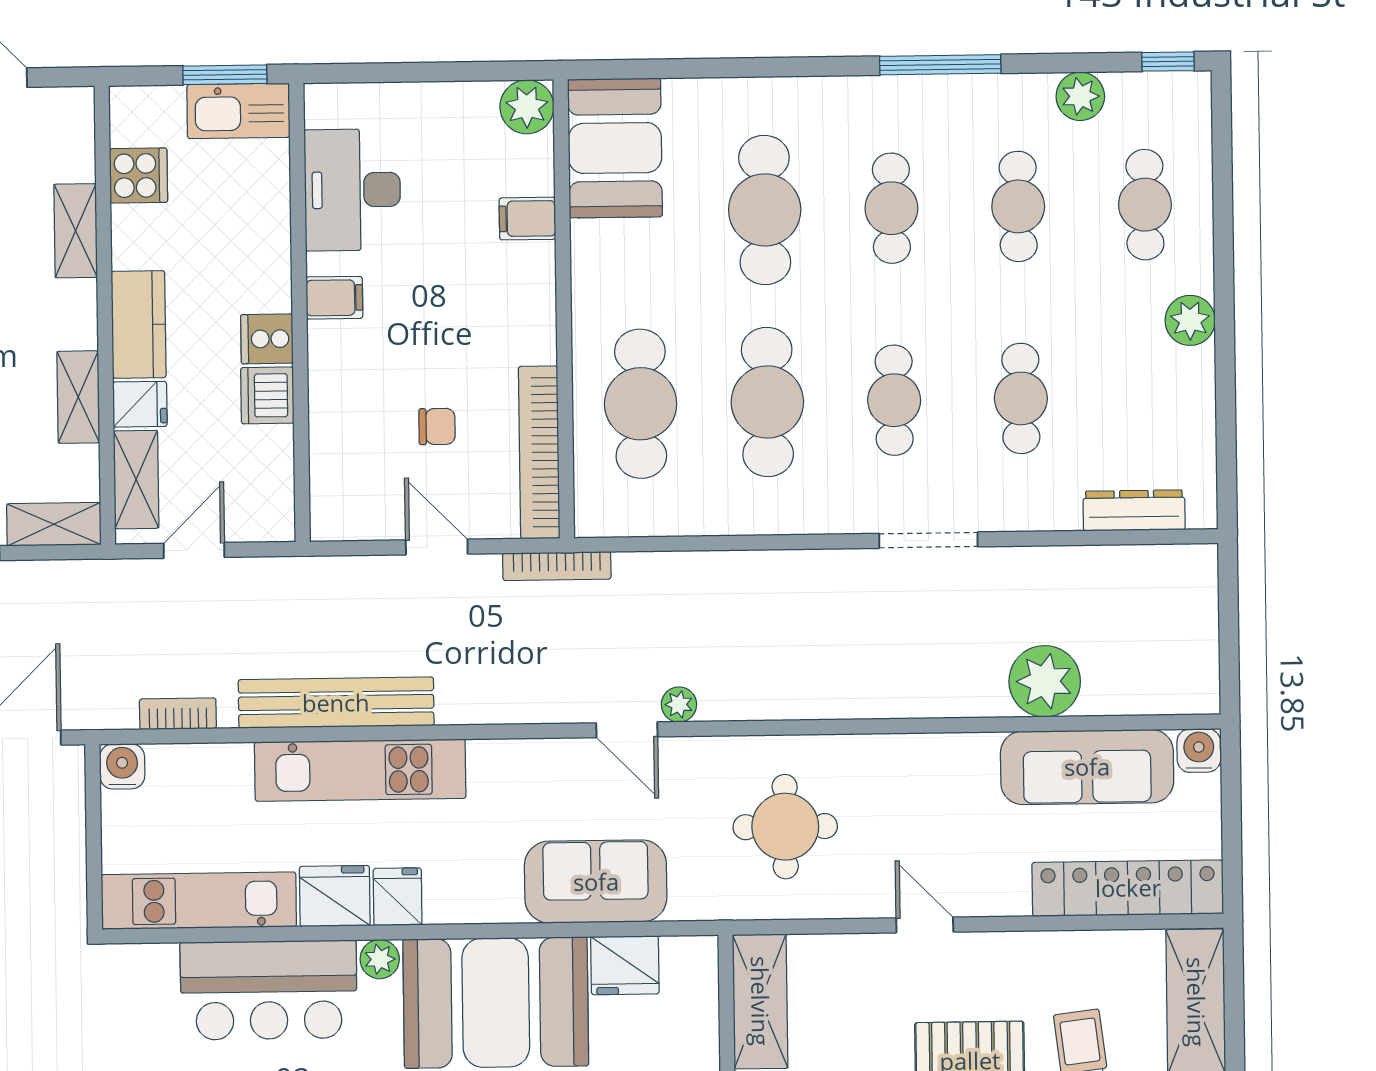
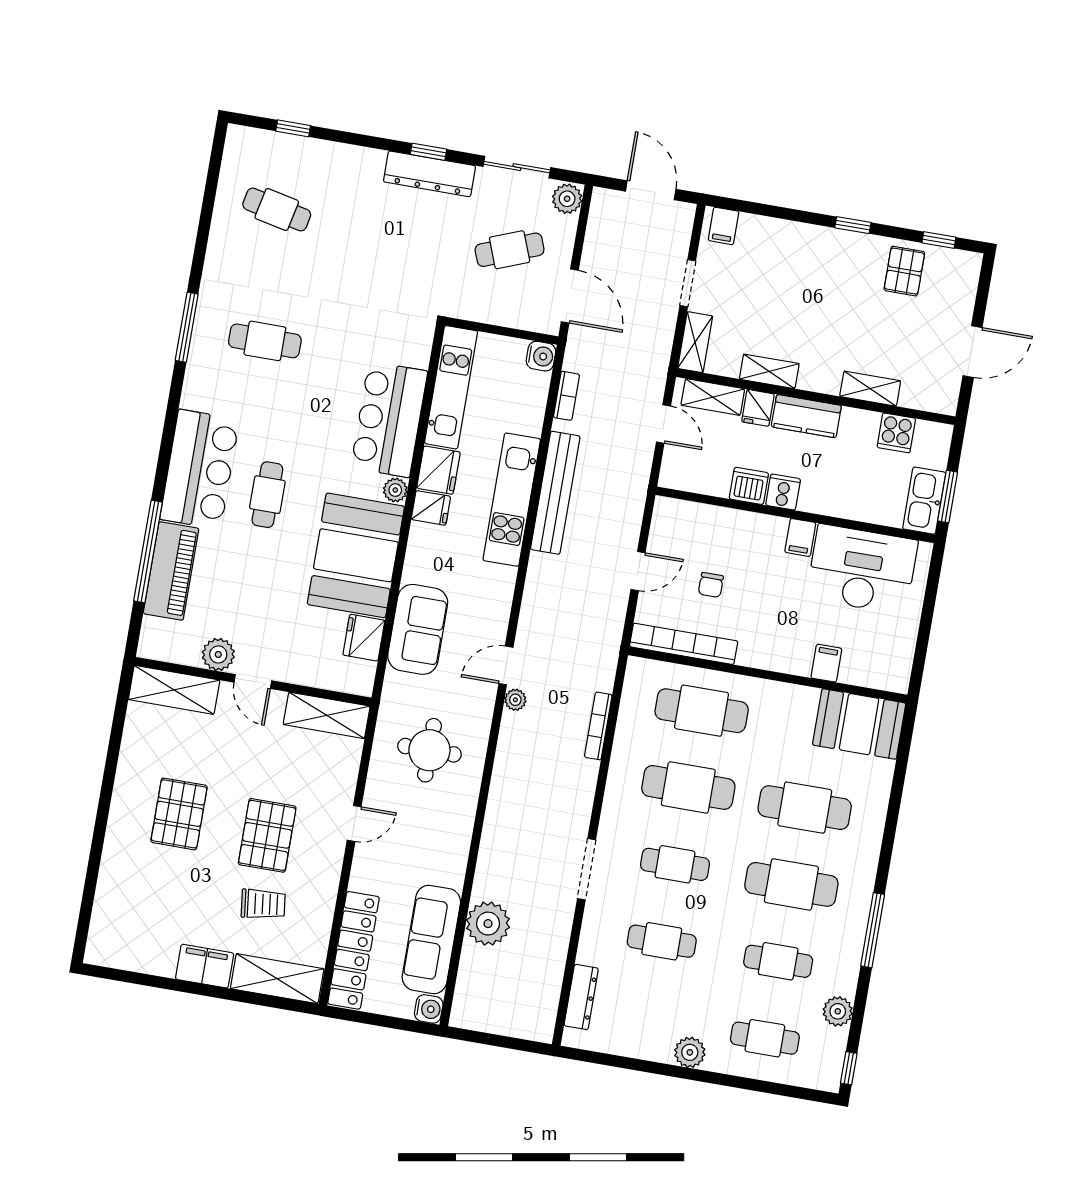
plant: (527, 107) -> (894, 675), removed
desk: (352, 190) -> (862, 569), width x1.36, depth x1.30
cafe table: (891, 208) -> (791, 884), width x1.37, depth x1.35
bookcase: (557, 566) -> (598, 726), moved

